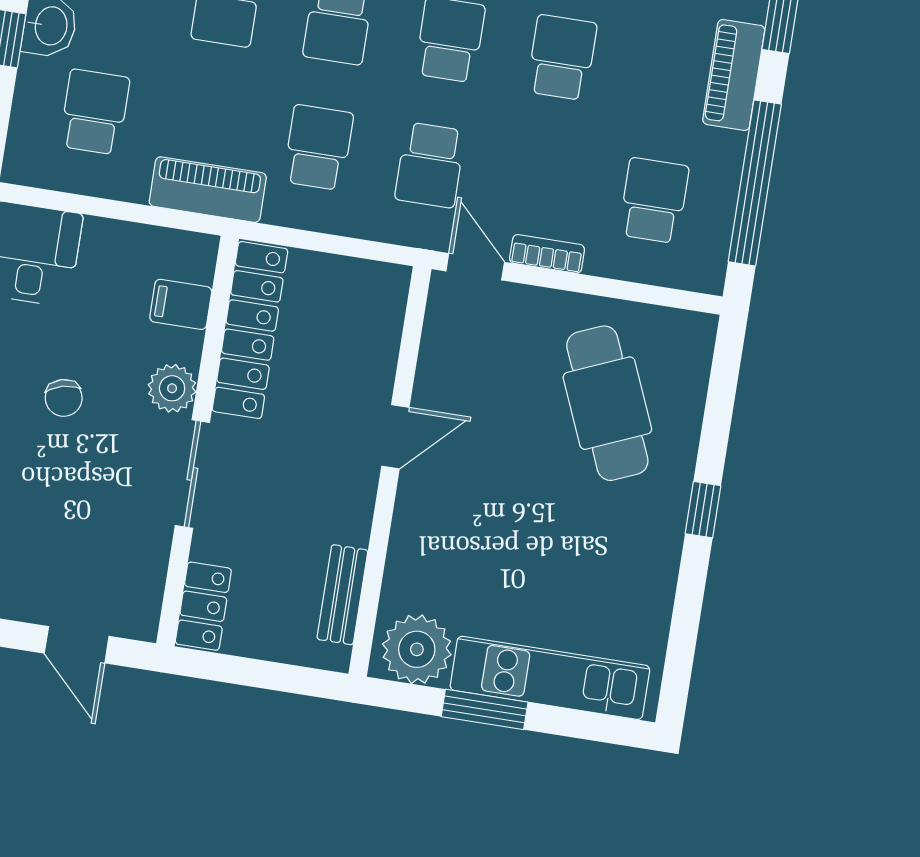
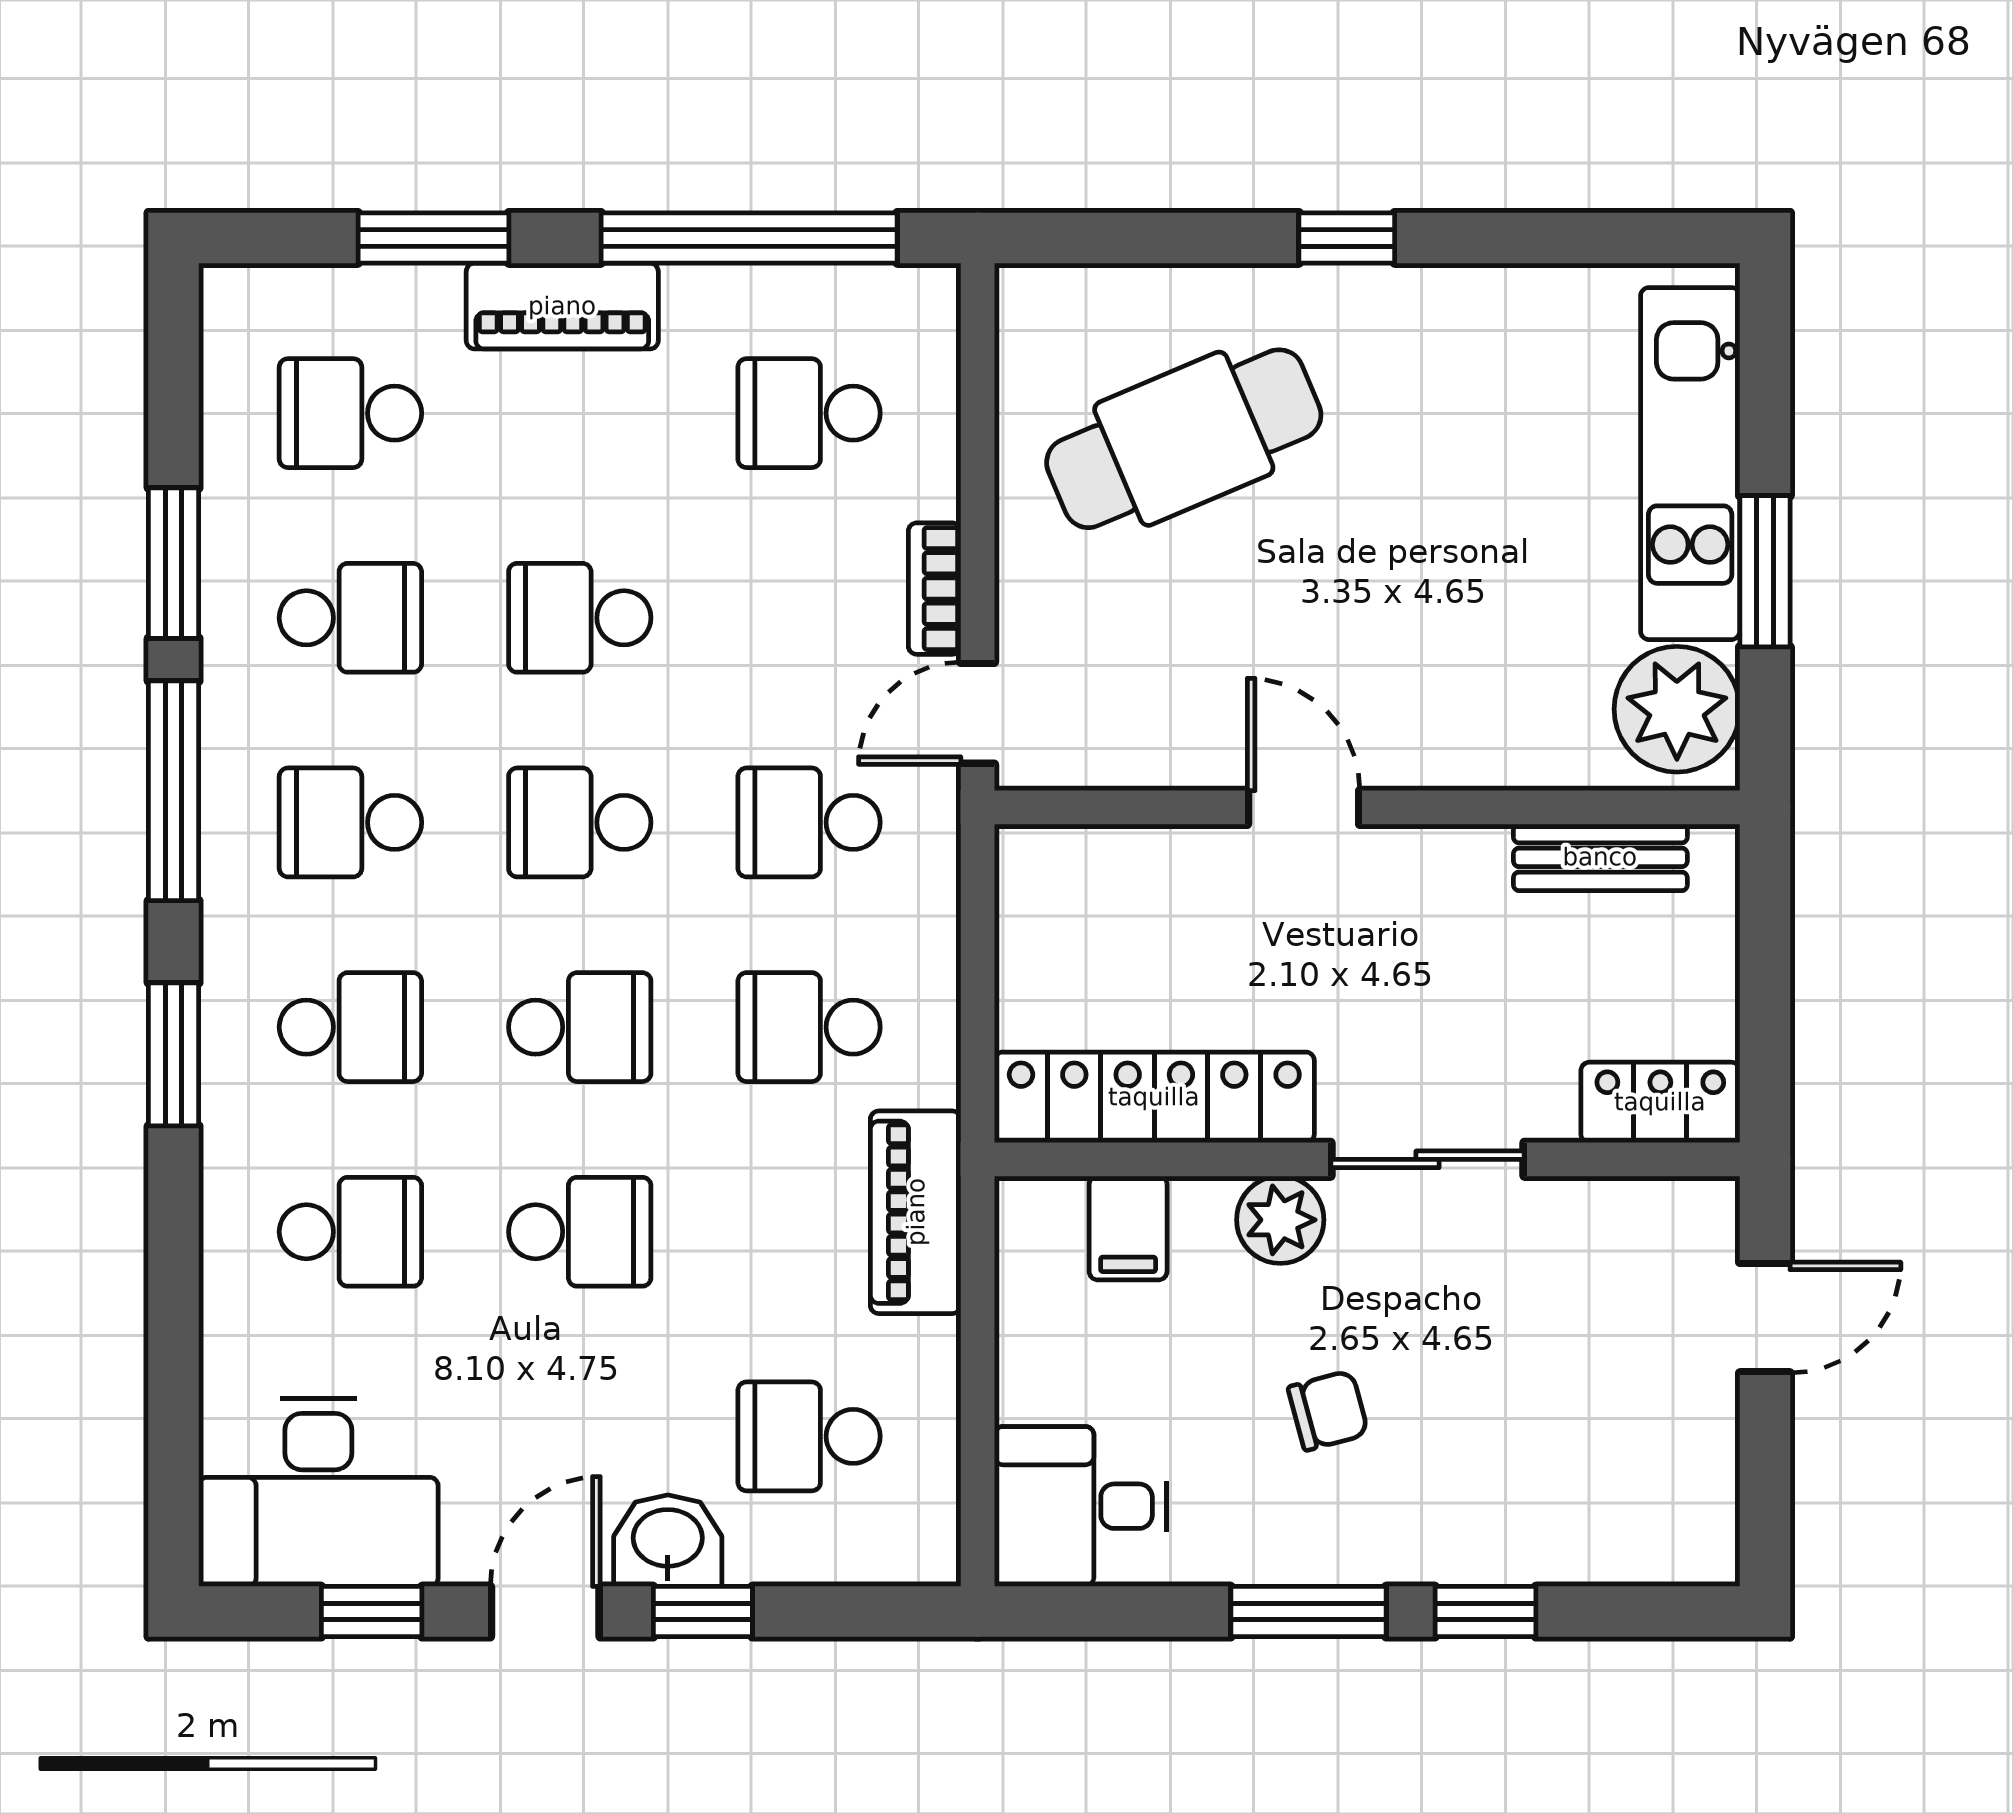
school desk: (430, 165) -> (809, 822), turned 180

